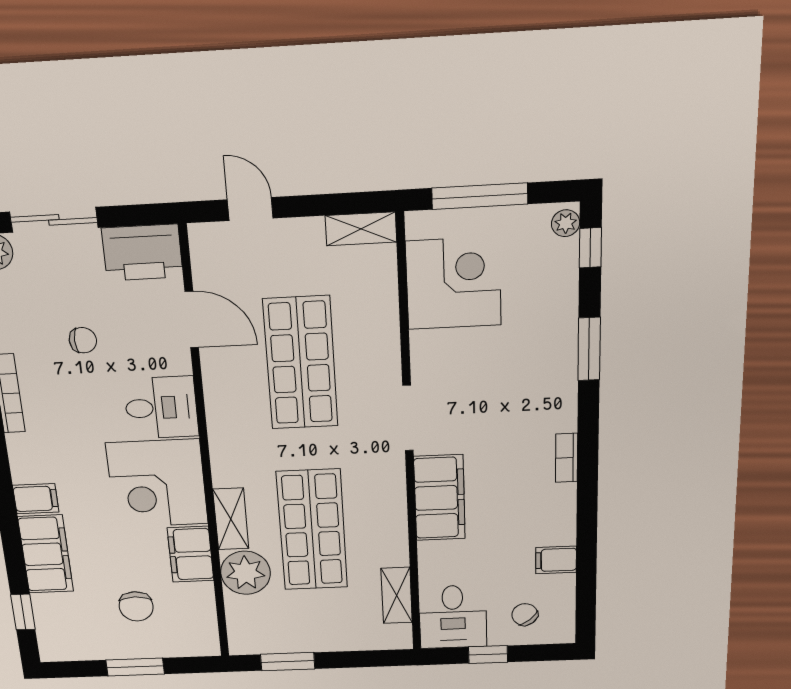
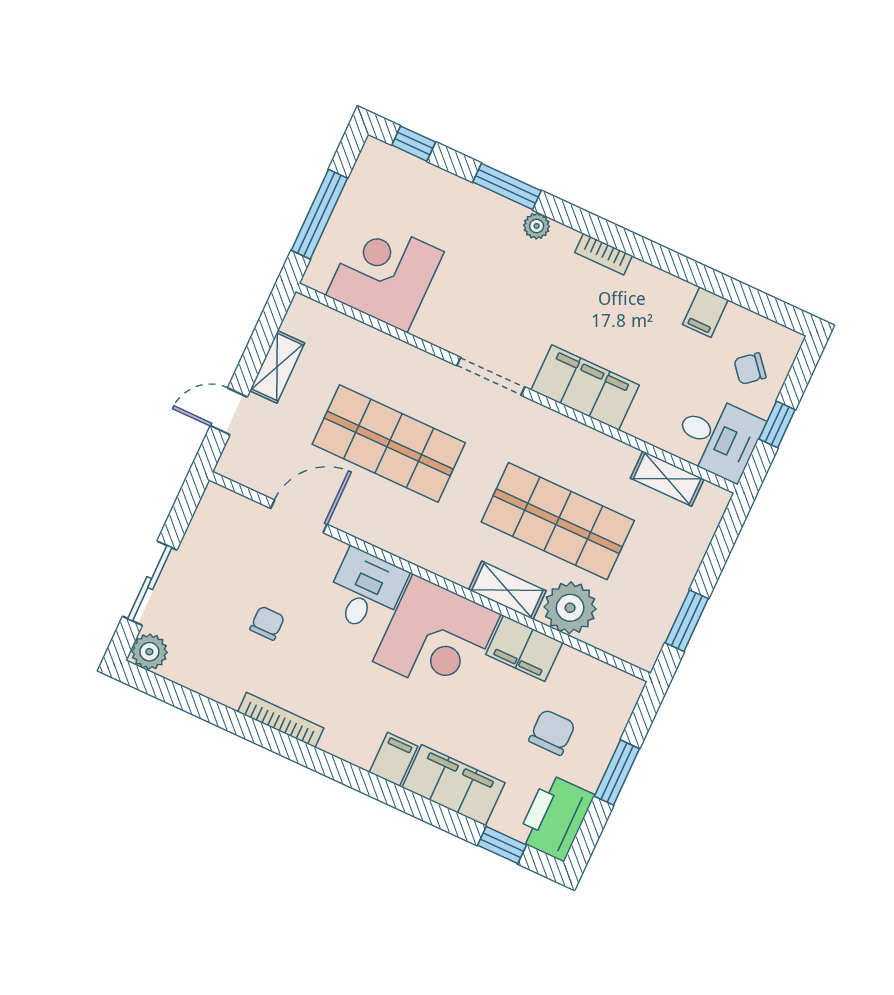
plant: (566, 223) -> (537, 226), moved
shelving: (361, 229) -> (277, 367), moved
printer: (142, 253) -> (555, 817), moved, turned 180
chair: (136, 606) -> (552, 732), turned -90

